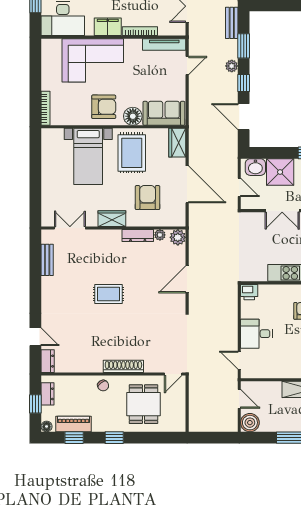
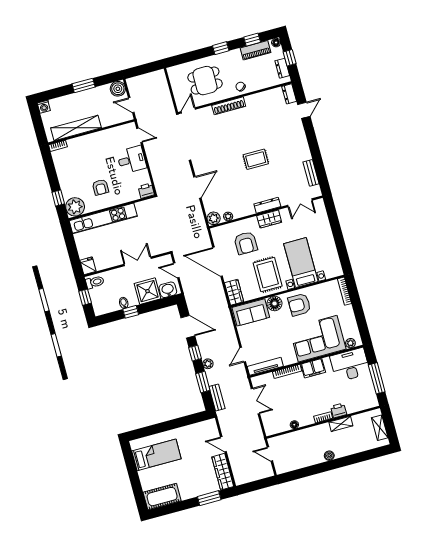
plant: (55, 44) -> (350, 343), added
dresser: (138, 236) -> (267, 205), moved
door: (35, 337) -> (304, 110), swing flipped
dining table: (143, 404) -> (205, 81), turned 90

